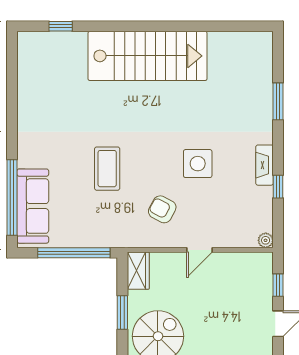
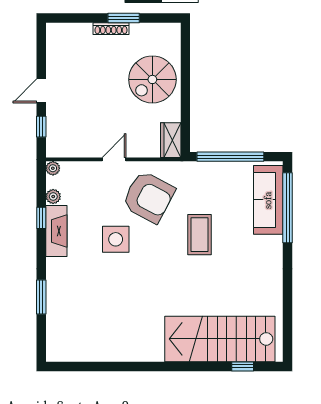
stairs: (148, 56) -> (220, 339), moved
fireplace: (264, 165) -> (56, 231), width x1.37, depth x1.32
armchair: (162, 209) -> (148, 197), width x1.88, depth x1.88
plant: (265, 210) -> (53, 197), added
window: (122, 313) -> (185, 101), removed

